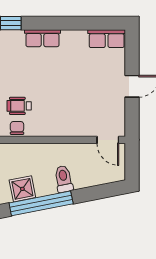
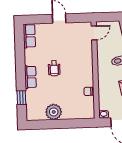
wheelchair: (19, 106) -> (54, 68), moved

